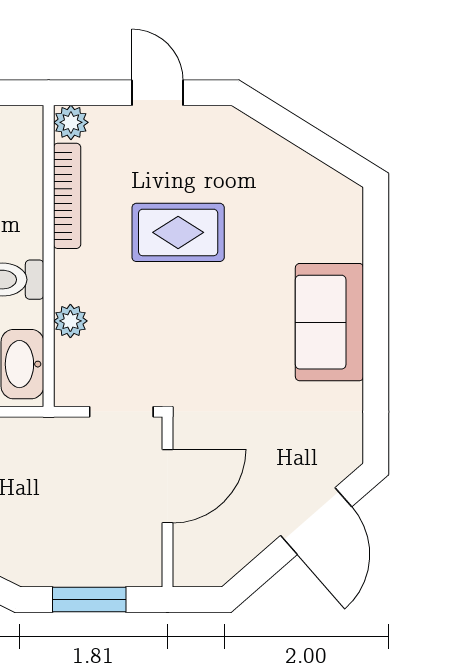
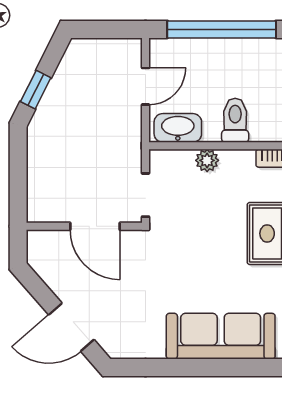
sofa: (329, 322) -> (221, 336), width x1.36
window: (89, 599) -> (18, 173), removed

